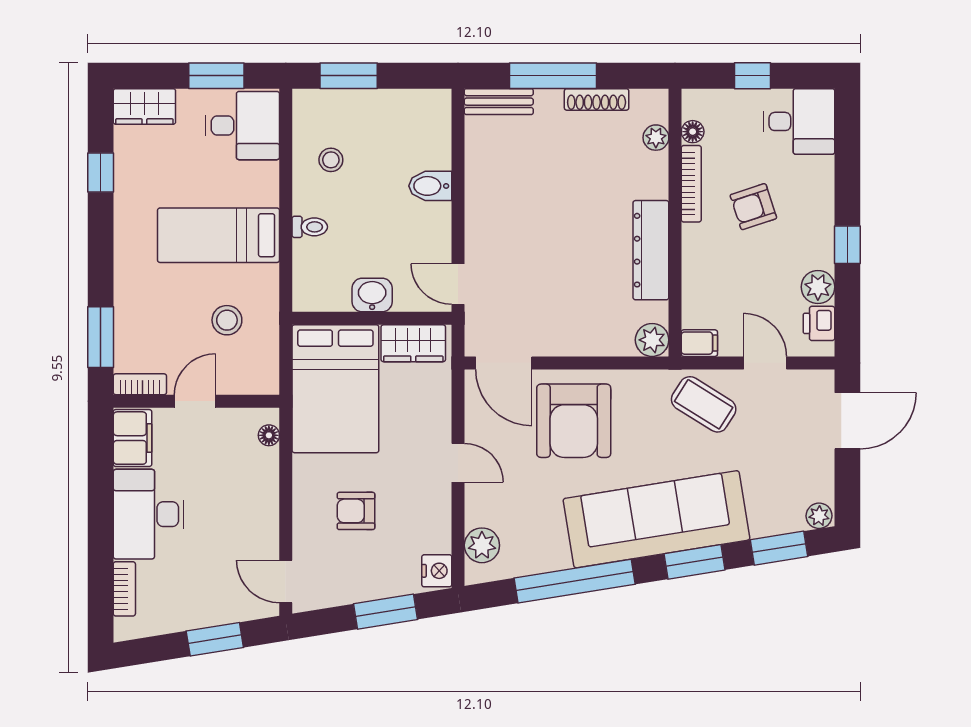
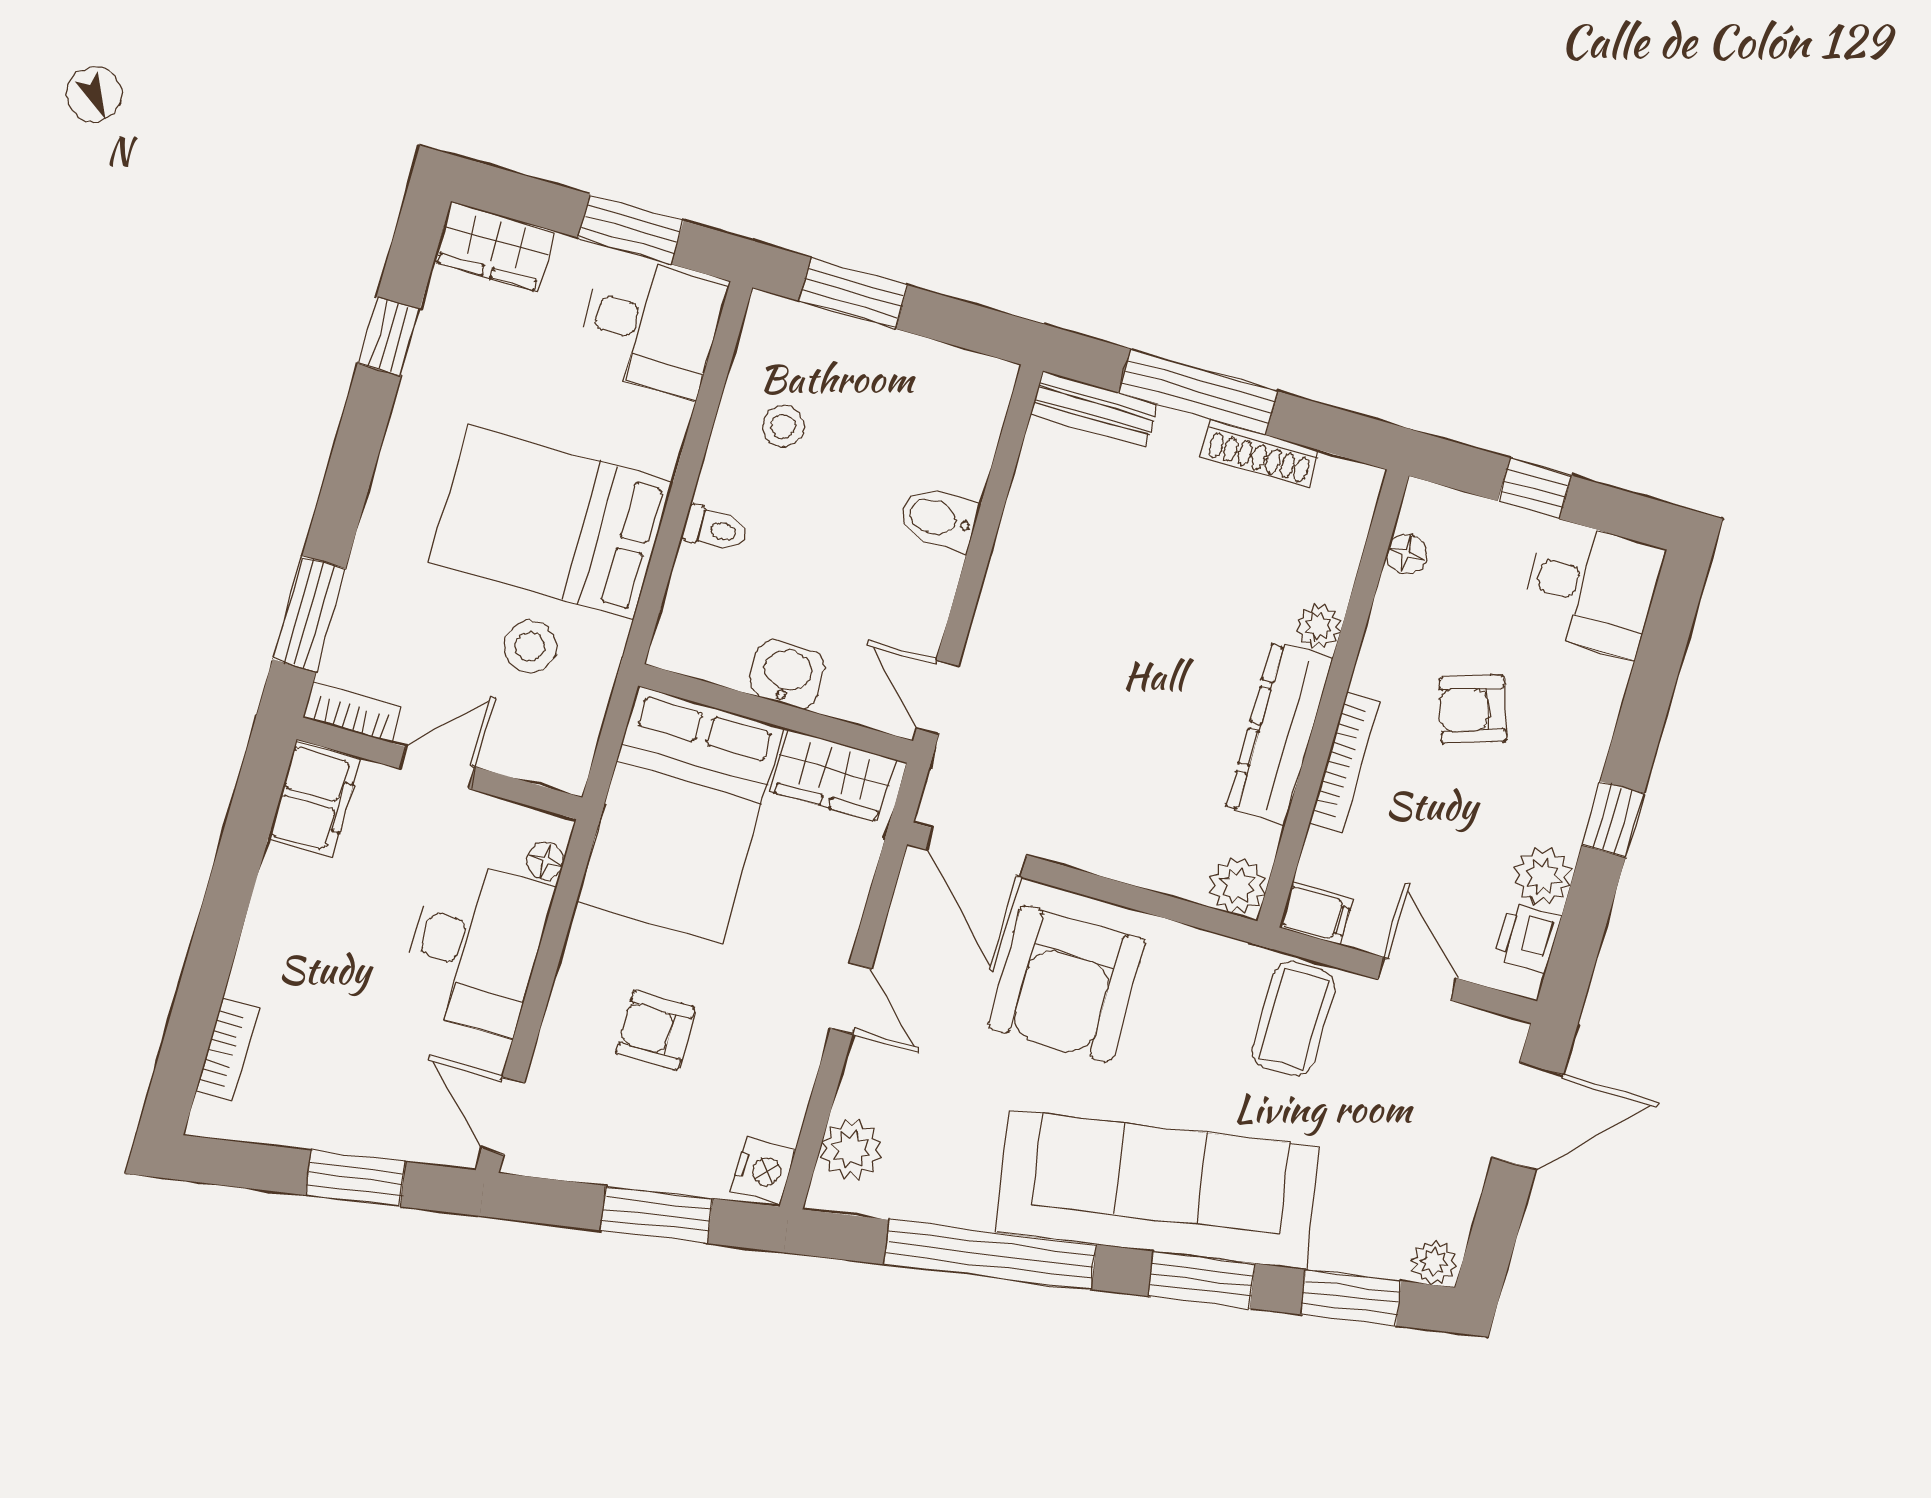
plant: (656, 138) -> (1319, 626), moved
bookcase: (691, 184) -> (1345, 761), moved
bed: (219, 235) -> (551, 522), width x1.50
coffee table: (704, 404) -> (1293, 1019), turned 58
desk: (149, 514) -> (476, 947), moved, turned 180

